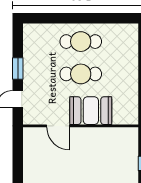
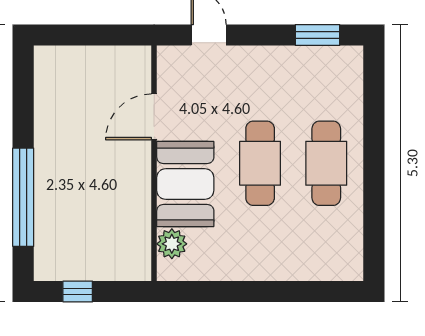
window: (18, 68) -> (317, 35), moved
plant: (120, 117) -> (172, 244), added

